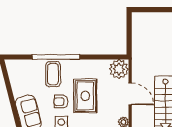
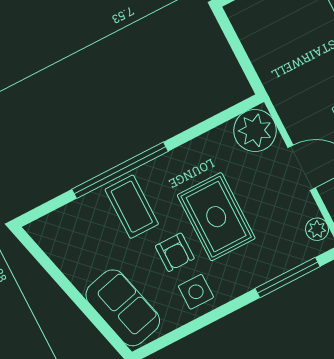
armchair: (61, 102) -> (175, 252), turned -90

